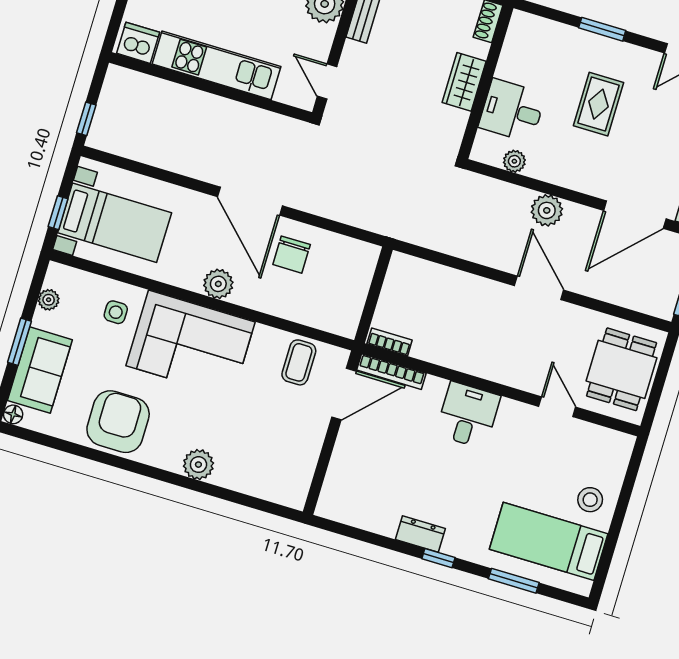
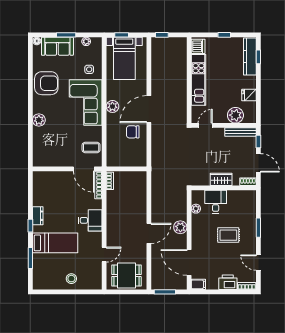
bed: (549, 541) -> (55, 243), moved, turned 90

